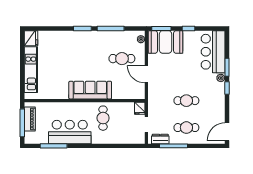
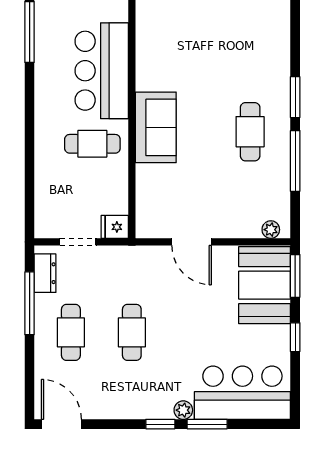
cafe table: (122, 59) -> (250, 132), moved
door: (146, 74) -> (192, 242), swing flipped
sofa: (90, 90) -> (156, 127), width x0.73
bar counter: (70, 132) -> (102, 71), moved, turned 180

